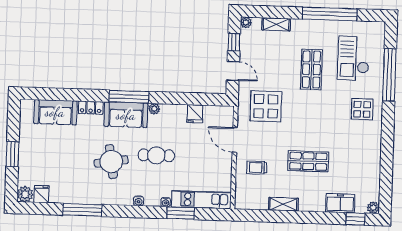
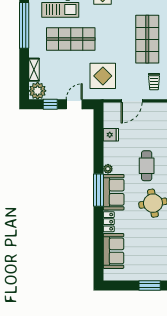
plant: (246, 22) -> (38, 91), width x1.87, depth x1.87
shop shelf: (311, 69) -> (71, 39), width x1.43, depth x1.36
shop shelf: (308, 161) -> (147, 39), width x1.43, depth x1.36

